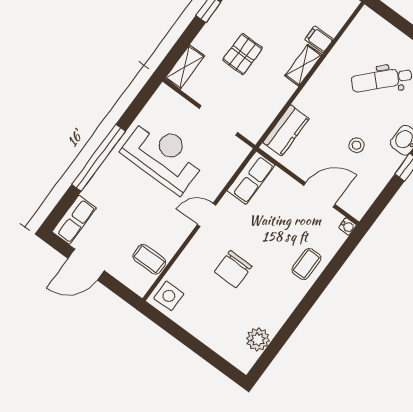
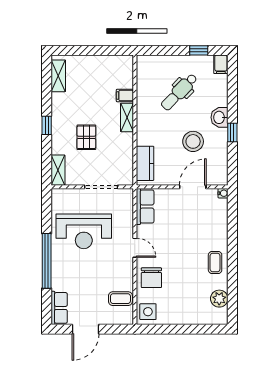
stool: (357, 145) -> (193, 141), width x1.89, depth x1.89
reception desk: (163, 155) -> (84, 231), turned 180
door: (207, 215) -> (135, 248), swing flipped
coffee table: (306, 264) -> (215, 262), moved
chair: (233, 269) -> (151, 278), moved

